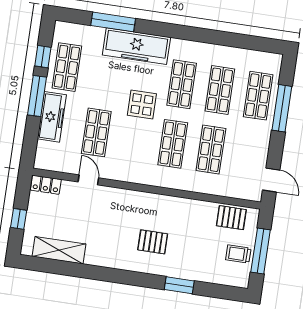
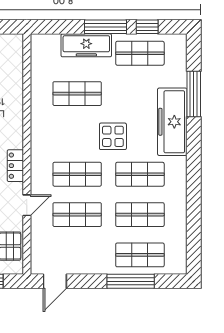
door: (88, 180) -> (27, 205), moved
locker: (46, 185) -> (15, 166), moved

